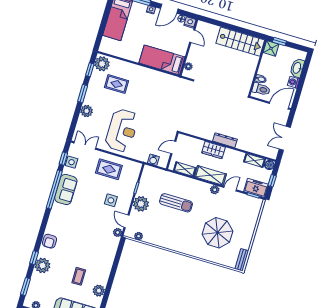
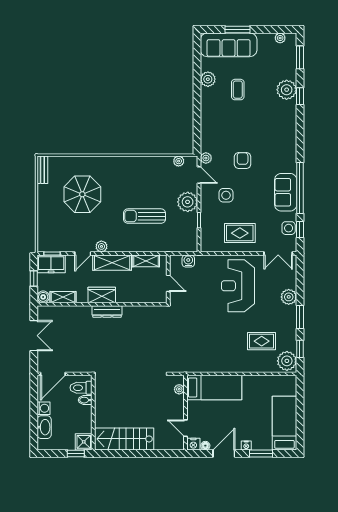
door: (173, 148) -> (168, 283), hinge flipped
wardrobe: (213, 150) -> (102, 295), moved
armchair: (49, 241) -> (243, 160), moved

